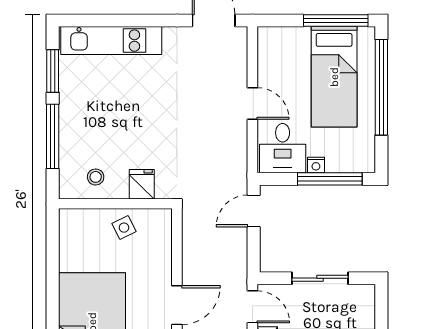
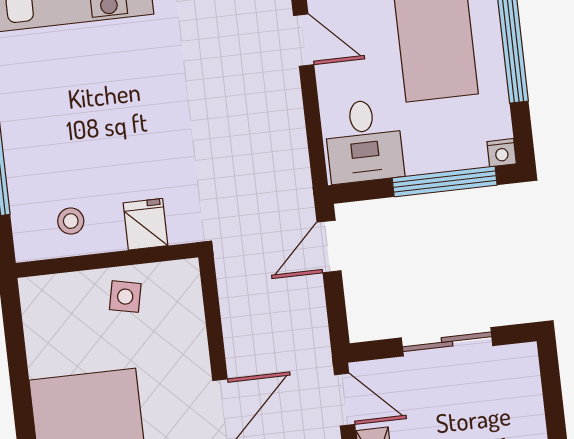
door: (252, 103) -> (304, 40), moved
nightstand: (316, 165) -> (502, 153), moved
side table: (124, 228) -> (125, 297), turned 38

